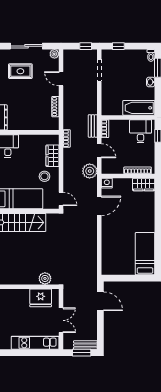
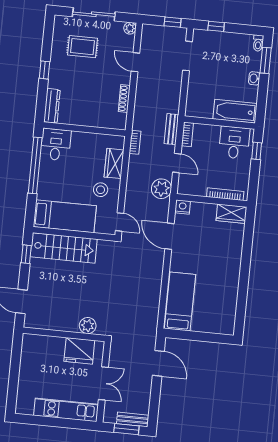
door: (99, 206) -> (170, 236), swing flipped
bed: (145, 254) -> (180, 302), moved

